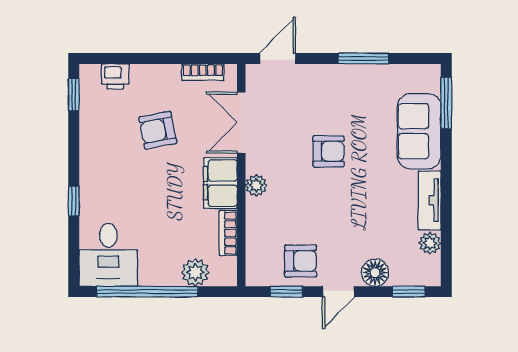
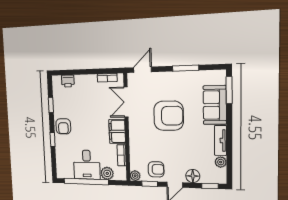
window: (74, 95) -> (51, 105), moved
armchair: (158, 130) -> (63, 126), moved, turned -79
armchair: (329, 151) -> (169, 116), width x1.88, depth x1.88
plant: (256, 185) -> (135, 176), moved
desk: (108, 255) -> (87, 165), moved

